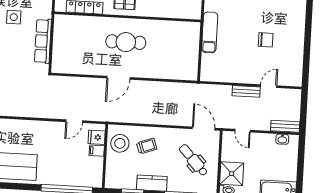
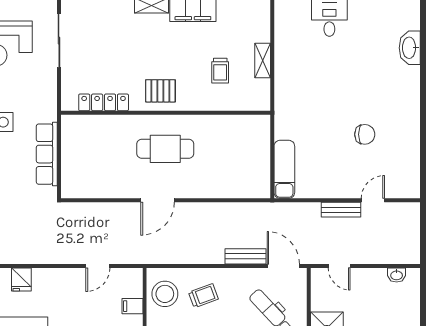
exam couch: (210, 32) -> (284, 169), moved
bench: (285, 126) -> (245, 256), moved
fridge: (97, 137) -> (21, 279), moved, turned -90

